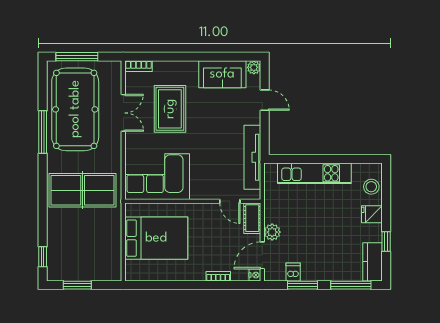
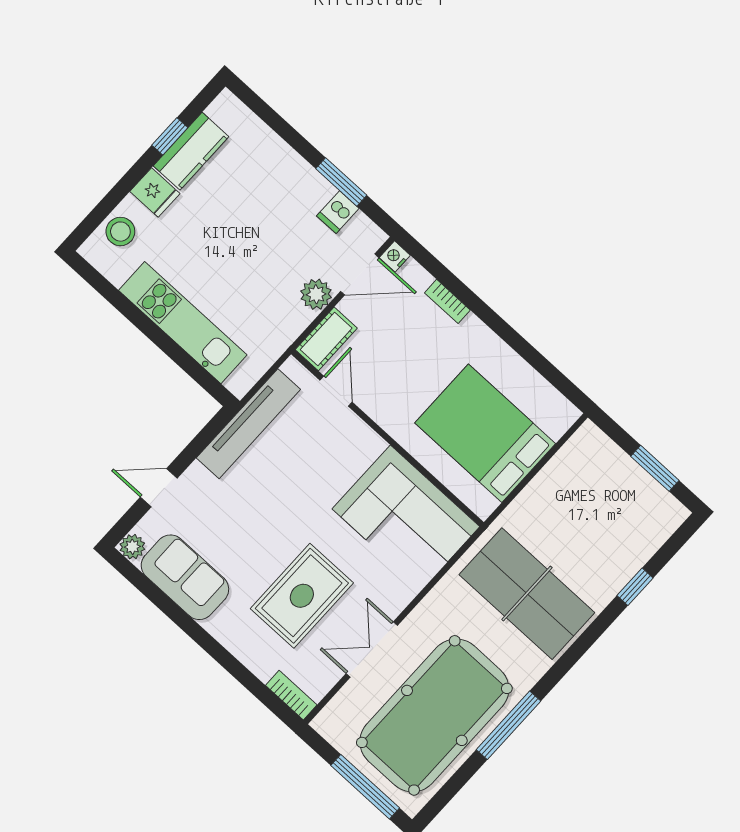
door: (265, 100) -> (159, 488), hinge flipped
window: (43, 257) -> (635, 587), moved
kitchen counter: (372, 262) -> (191, 151), moved
window: (351, 285) -> (274, 120), removed

